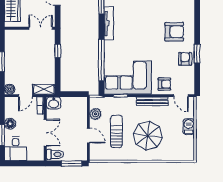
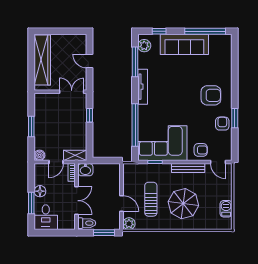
plant: (95, 114) -> (129, 224), moved
barbecue: (189, 127) -> (226, 209), moved

